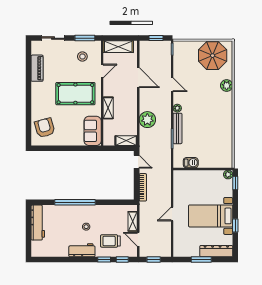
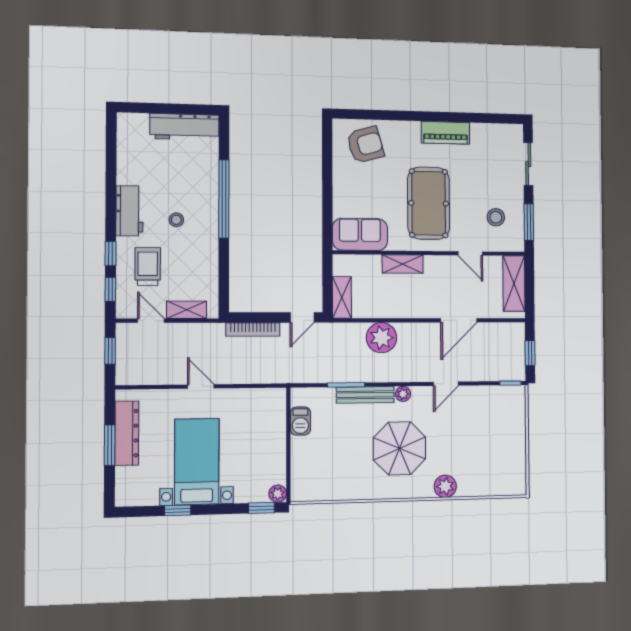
parasol: (213, 56) -> (400, 448), moved
piano: (37, 68) -> (445, 133), moved
door: (138, 239) -> (151, 321), hinge flipped
dresser: (216, 251) -> (127, 433), moved

